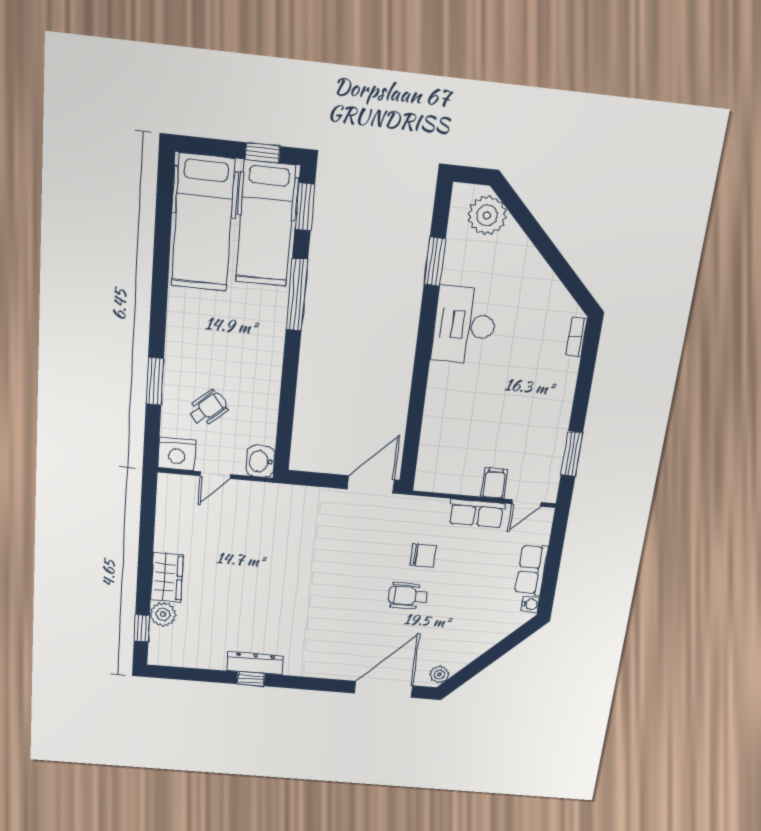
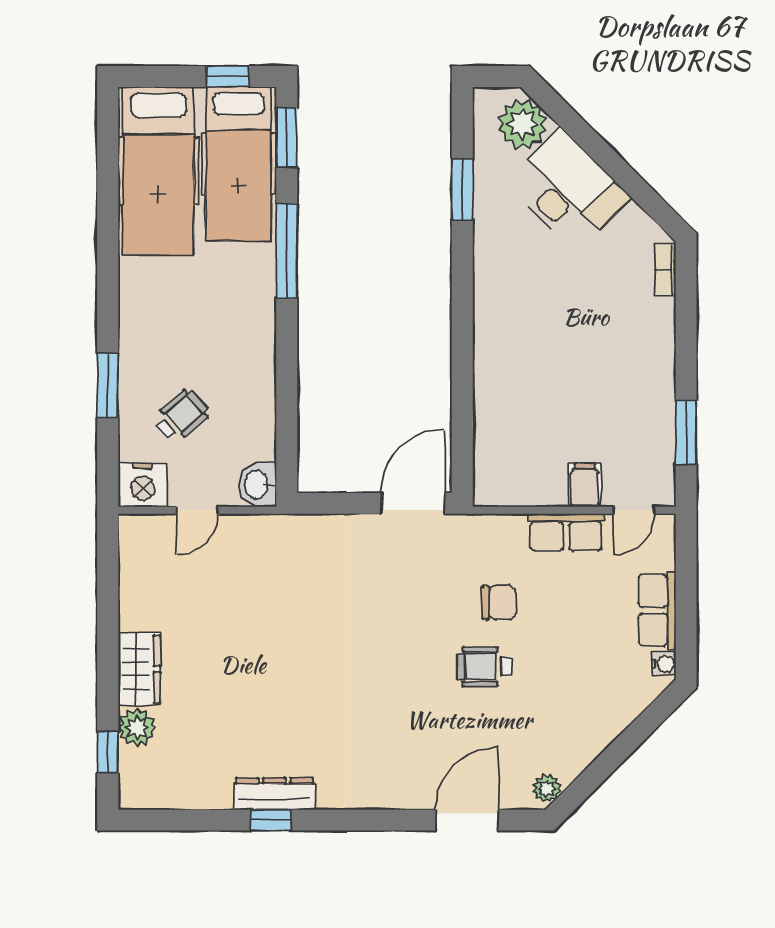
desk: (464, 325) -> (568, 190), moved, turned 135
door: (383, 689) -> (467, 820), width x0.73

